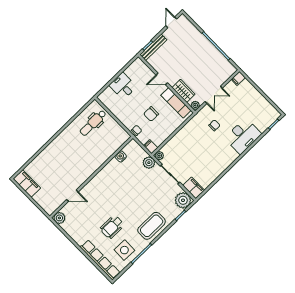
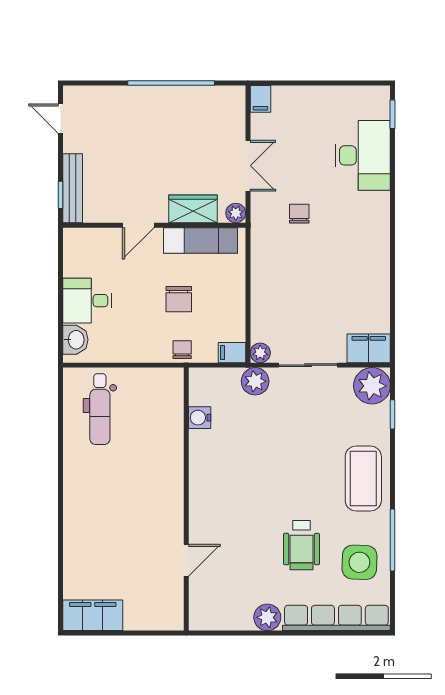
washbasin: (107, 94) -> (75, 340), added
desk: (243, 136) -> (363, 155), moved
plant: (59, 218) -> (267, 617), moved

